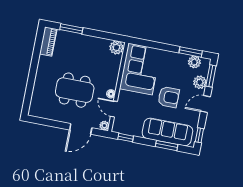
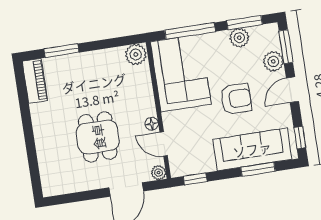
window: (155, 45) -> (190, 31), added
plant: (194, 62) -> (239, 38), moved
dining table: (75, 90) -> (98, 137), width x0.73

